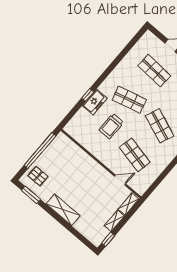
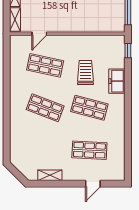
window: (88, 95) -> (128, 51), moved
shop shelf: (129, 100) -> (89, 108), turned 30

